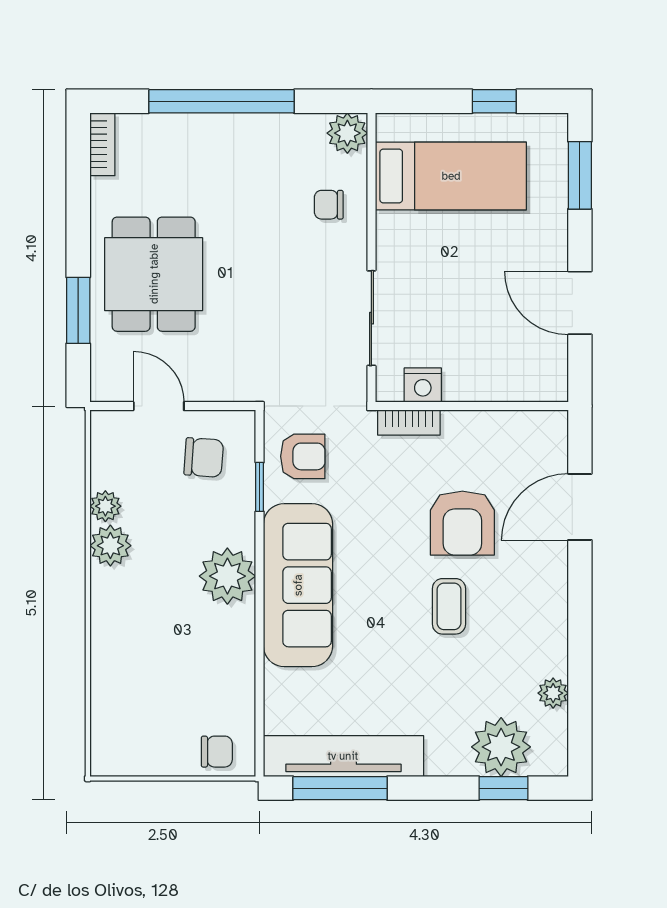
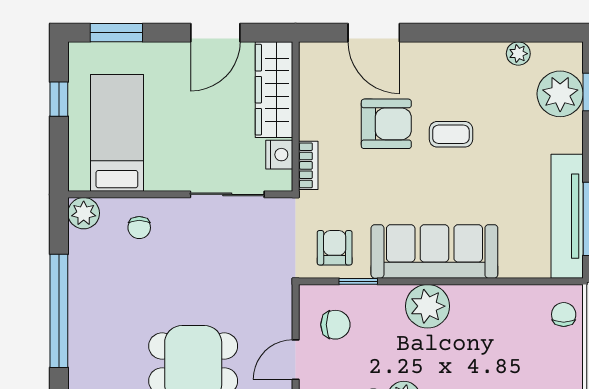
wardrobe: (506, 378) -> (274, 90), added
chair: (204, 457) -> (335, 325), turned 86

